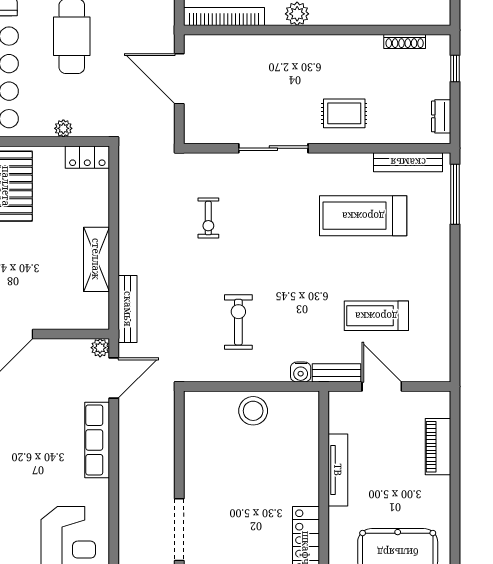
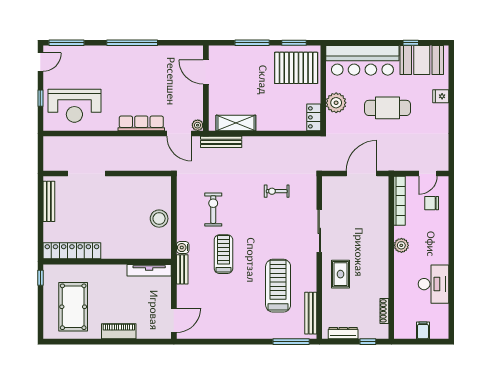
dresser: (441, 116) -> (343, 333), width x1.44
plant: (63, 128) -> (336, 103), width x1.87, depth x1.87
shelving: (96, 259) -> (236, 123), moved
treadmill: (376, 316) -> (223, 254), moved
exercise bike: (238, 322) -> (213, 210), turned -90
door: (382, 387) -> (174, 320), moved
piano: (438, 447) -> (119, 331), moved
tv unit: (338, 470) -> (149, 270), moved

